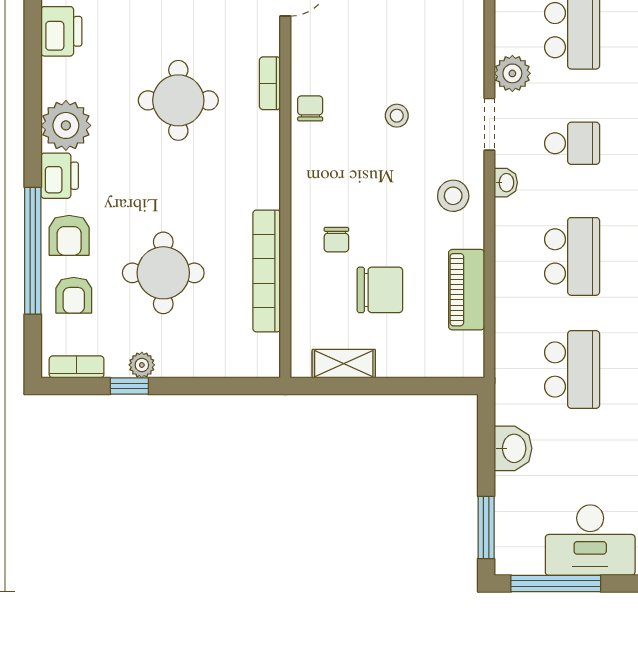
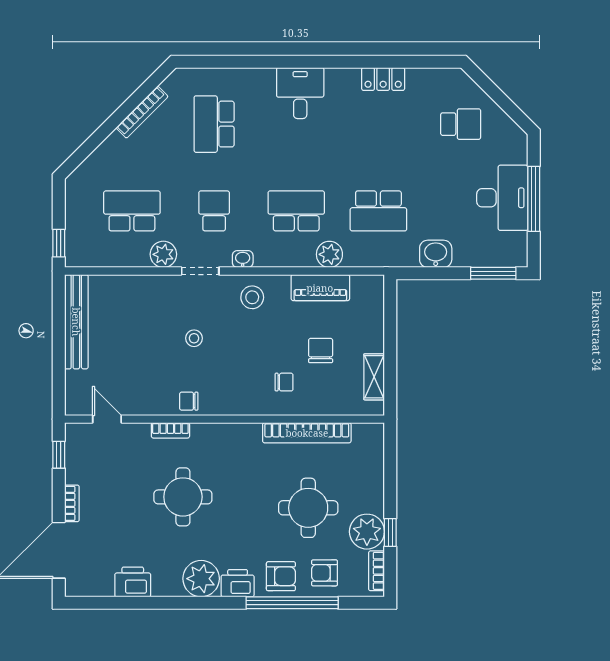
chair: (380, 290) -> (321, 351), width x0.73, depth x0.73
armchair: (74, 295) -> (324, 573), turned 180
plant: (512, 302) -> (329, 254), added
plant: (142, 365) -> (367, 532), width x1.87, depth x1.87
school desk: (572, 370) -> (378, 211), turned 180
window: (556, 583) -> (534, 199), moved

